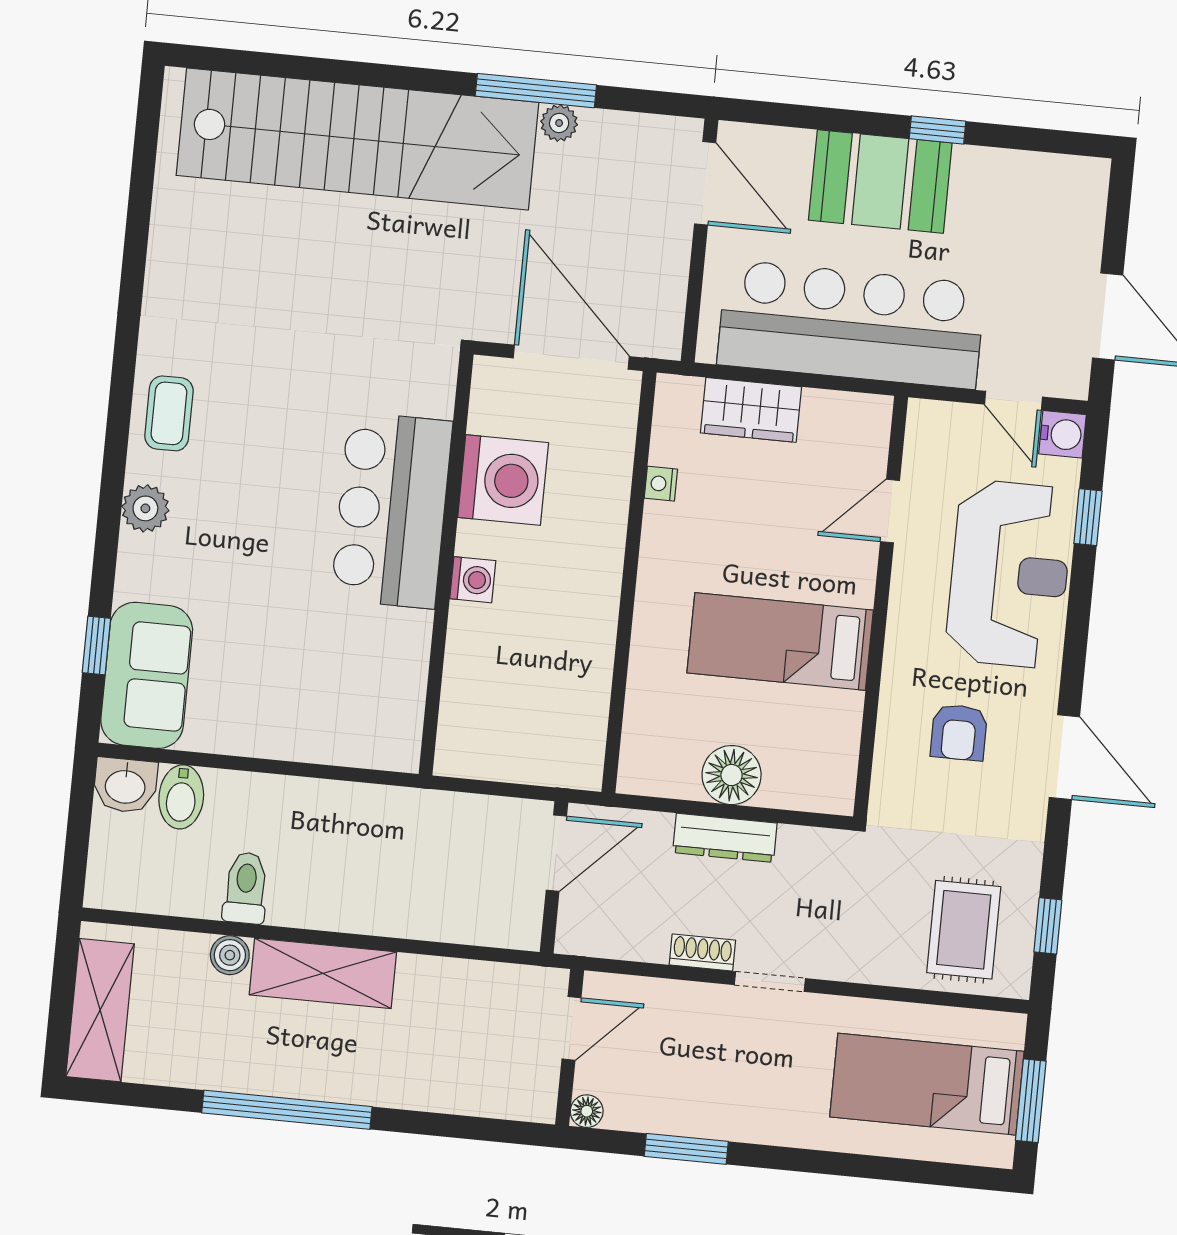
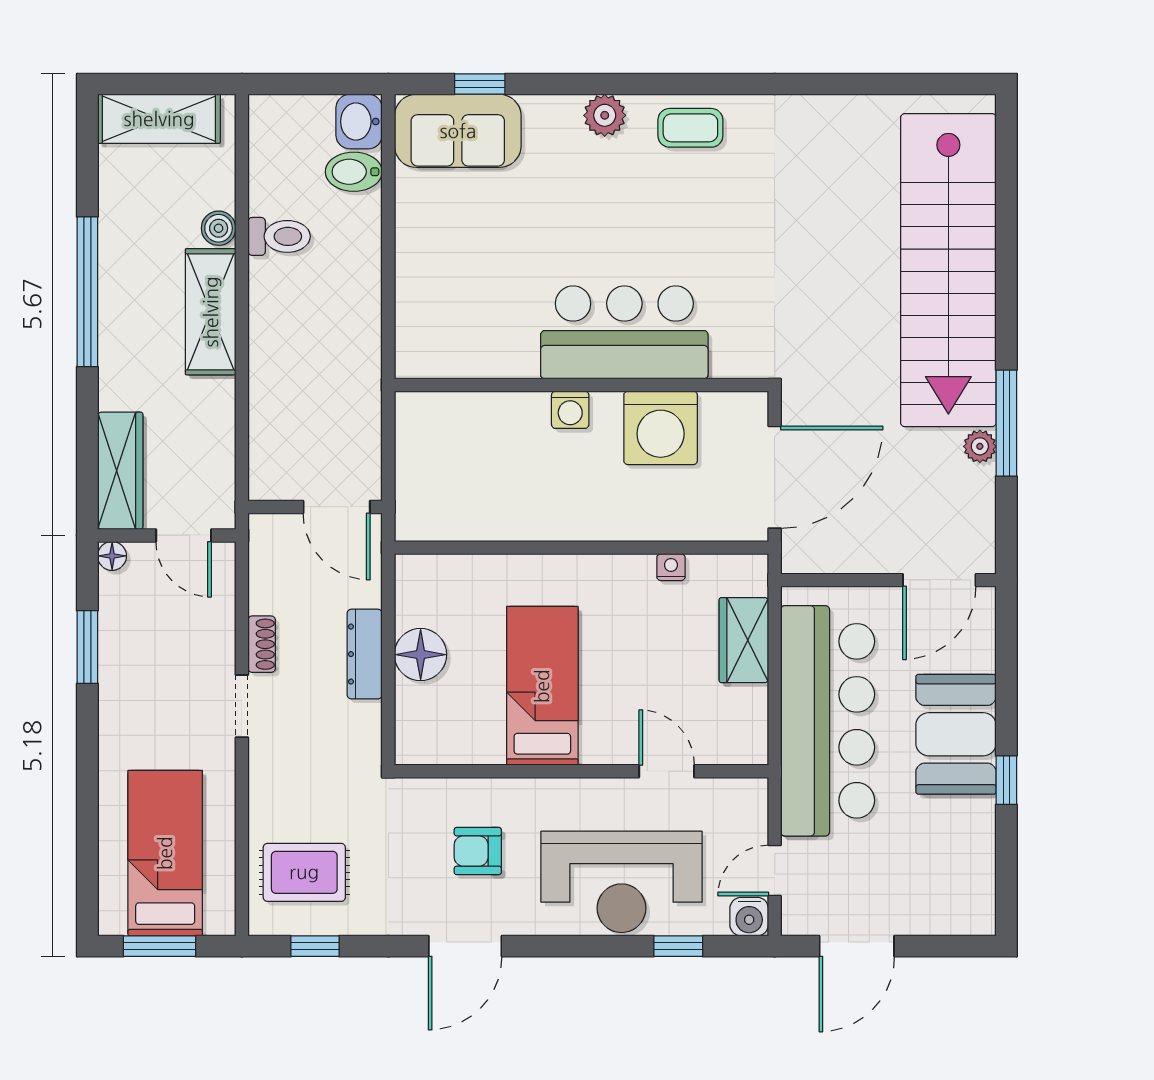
wardrobe: (492, 1093) -> (120, 471), added

